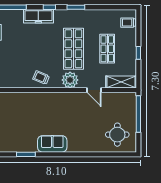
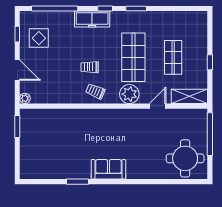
trolley: (128, 23) -> (90, 67), moved
door: (94, 90) -> (158, 106), swing flipped
round table: (117, 135) -> (185, 158), width x1.36, depth x1.36

